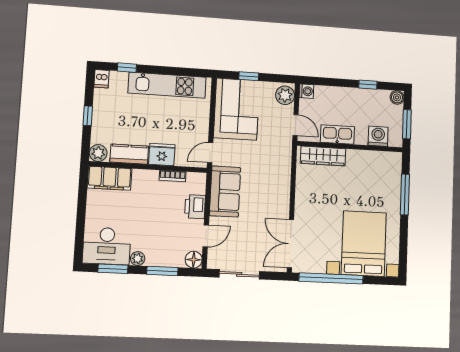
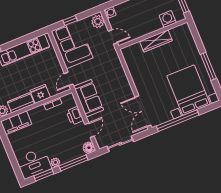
kitchen sink: (337, 135) -> (142, 30), removed
wardrobe: (323, 156) -> (156, 41), moved
window: (405, 194) -> (208, 66), moved
window: (162, 271) -> (73, 163), width x1.44

